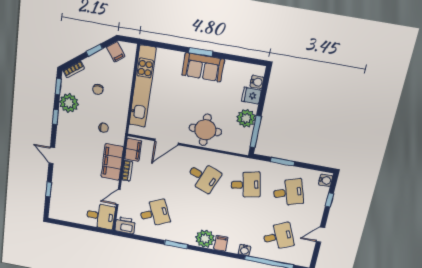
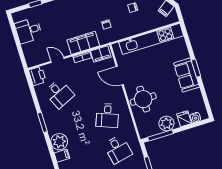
desk: (101, 216) -> (28, 30), moved, turned 90

